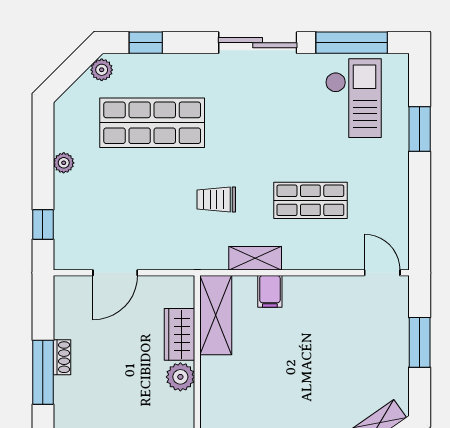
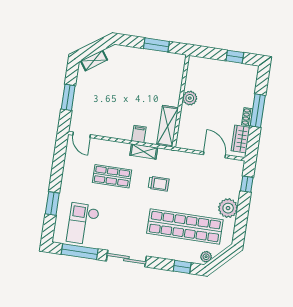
shop shelf: (152, 123) -> (185, 227), width x1.40
plant: (64, 163) -> (228, 208), width x1.88, depth x1.88
door: (115, 273) -> (214, 155), hinge flipped
wardrobe: (180, 334) -> (241, 139), moved, turned 180

